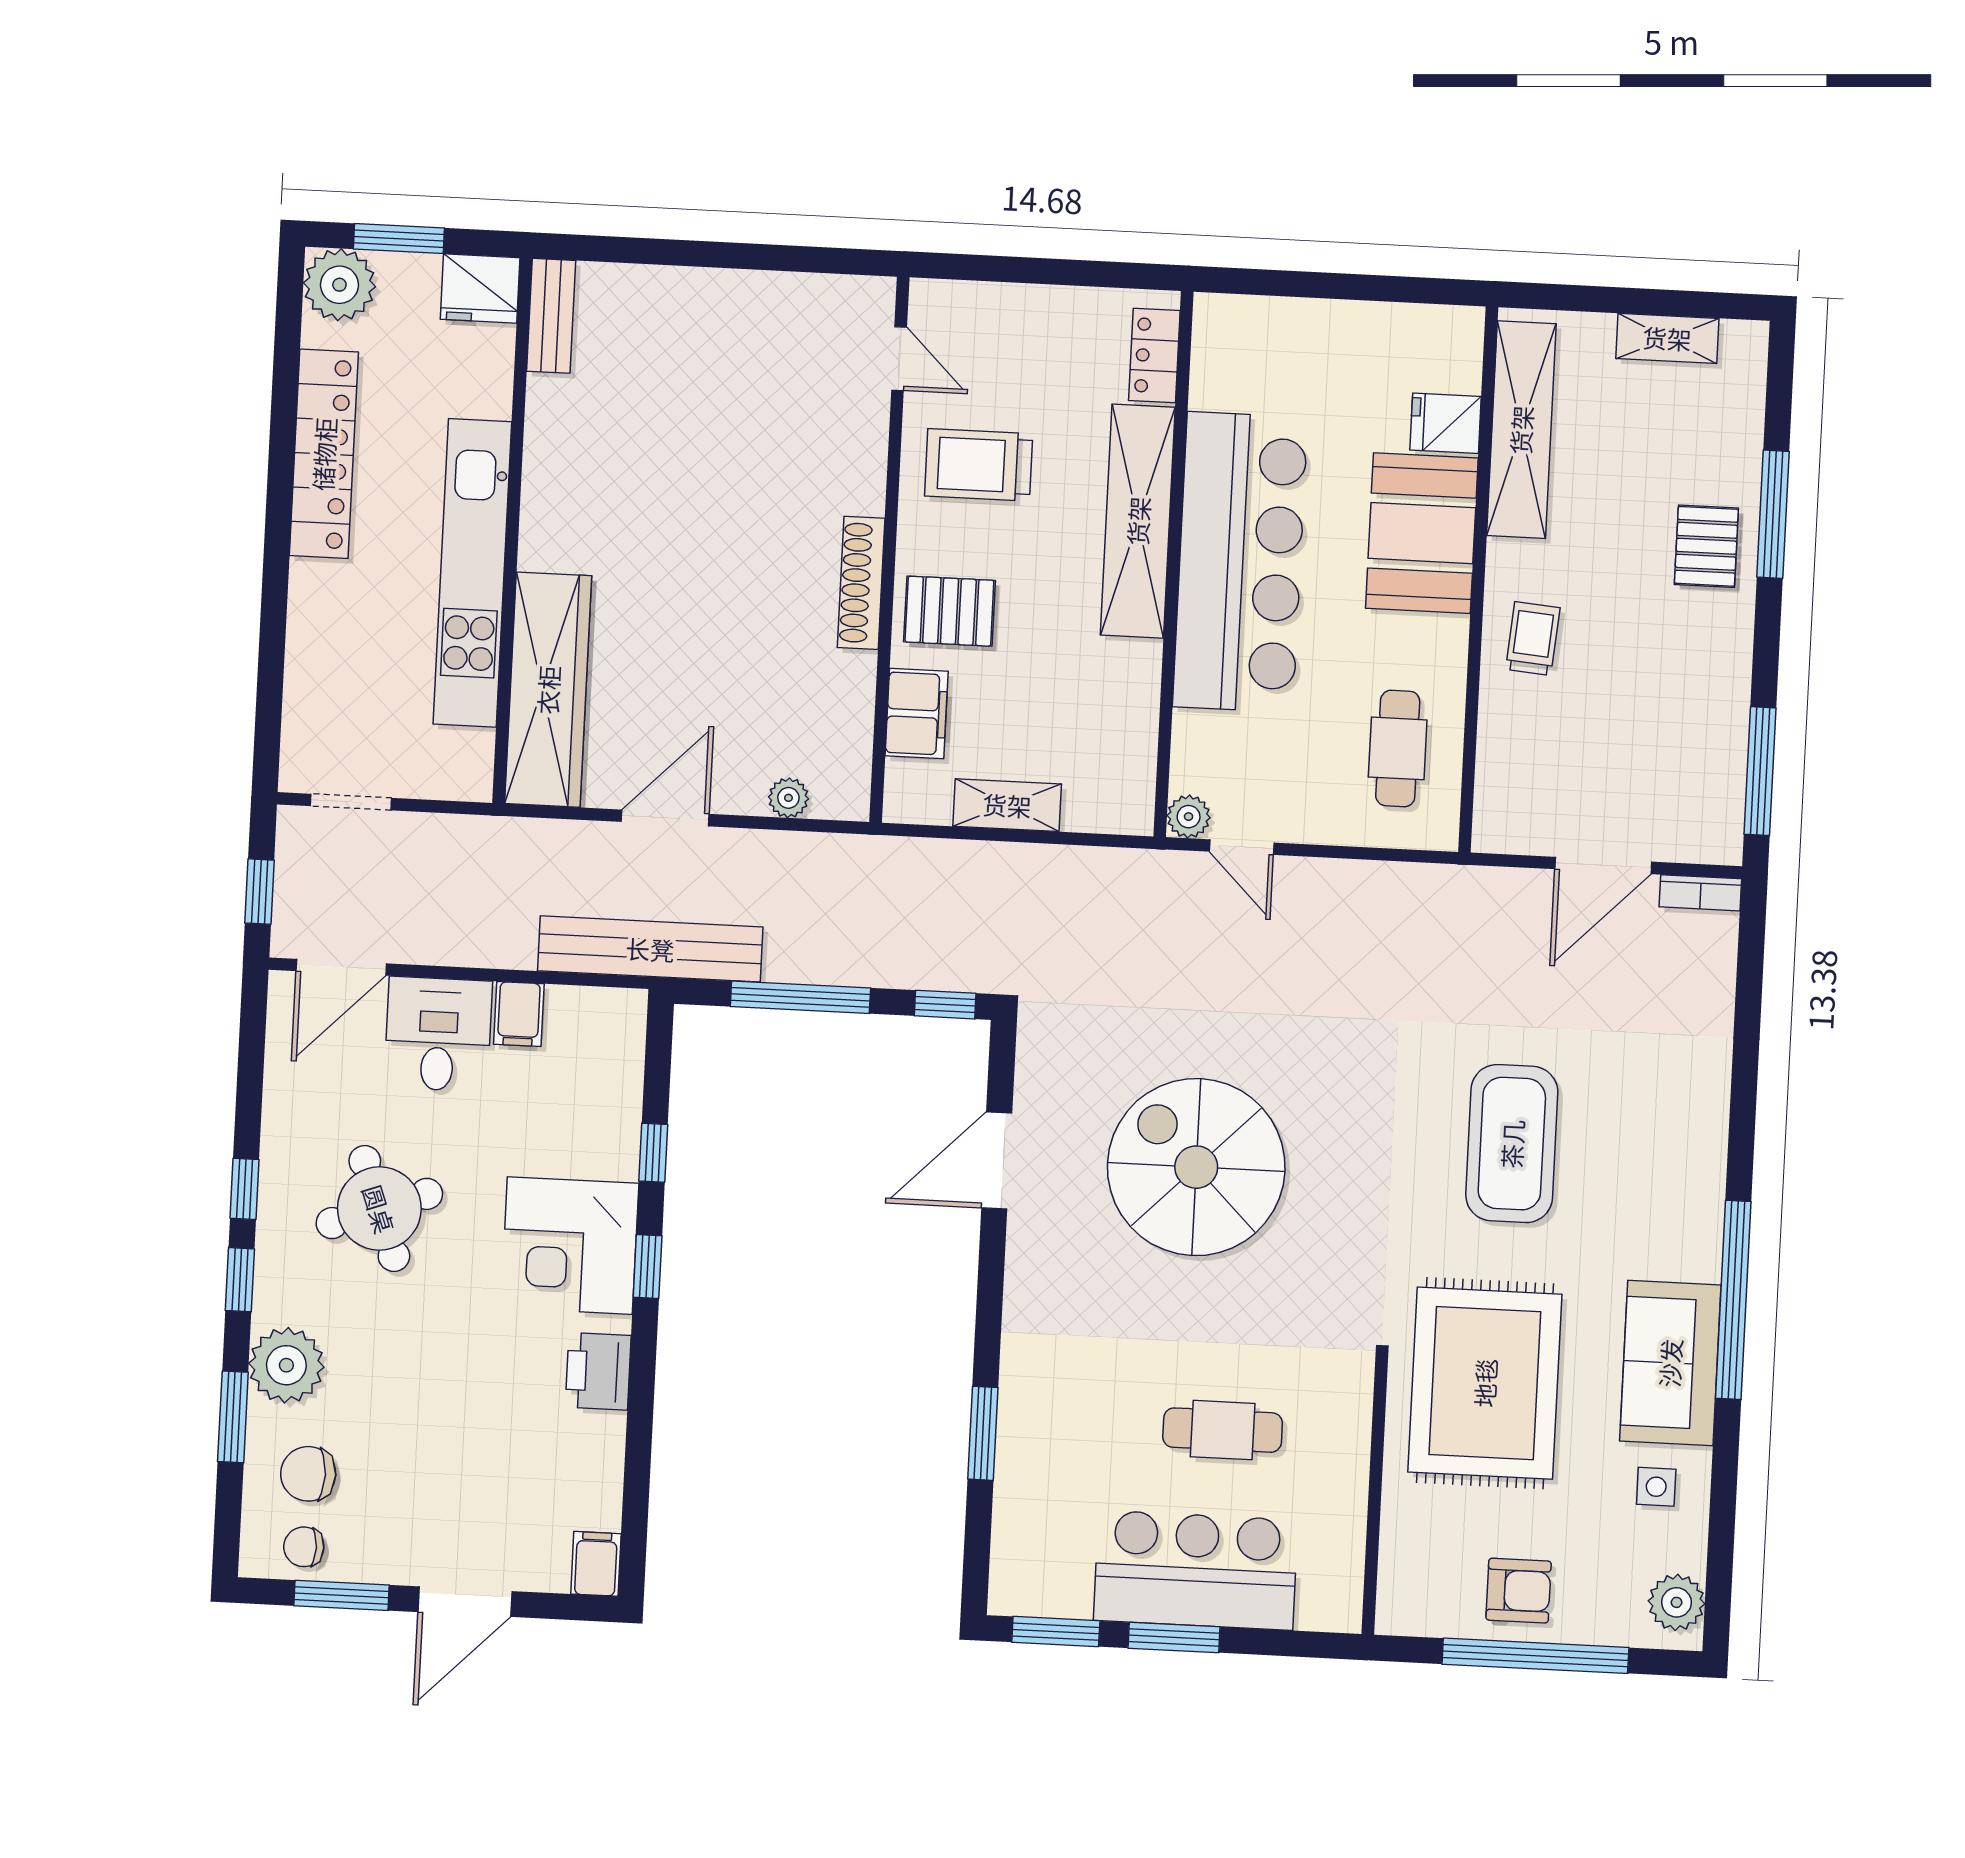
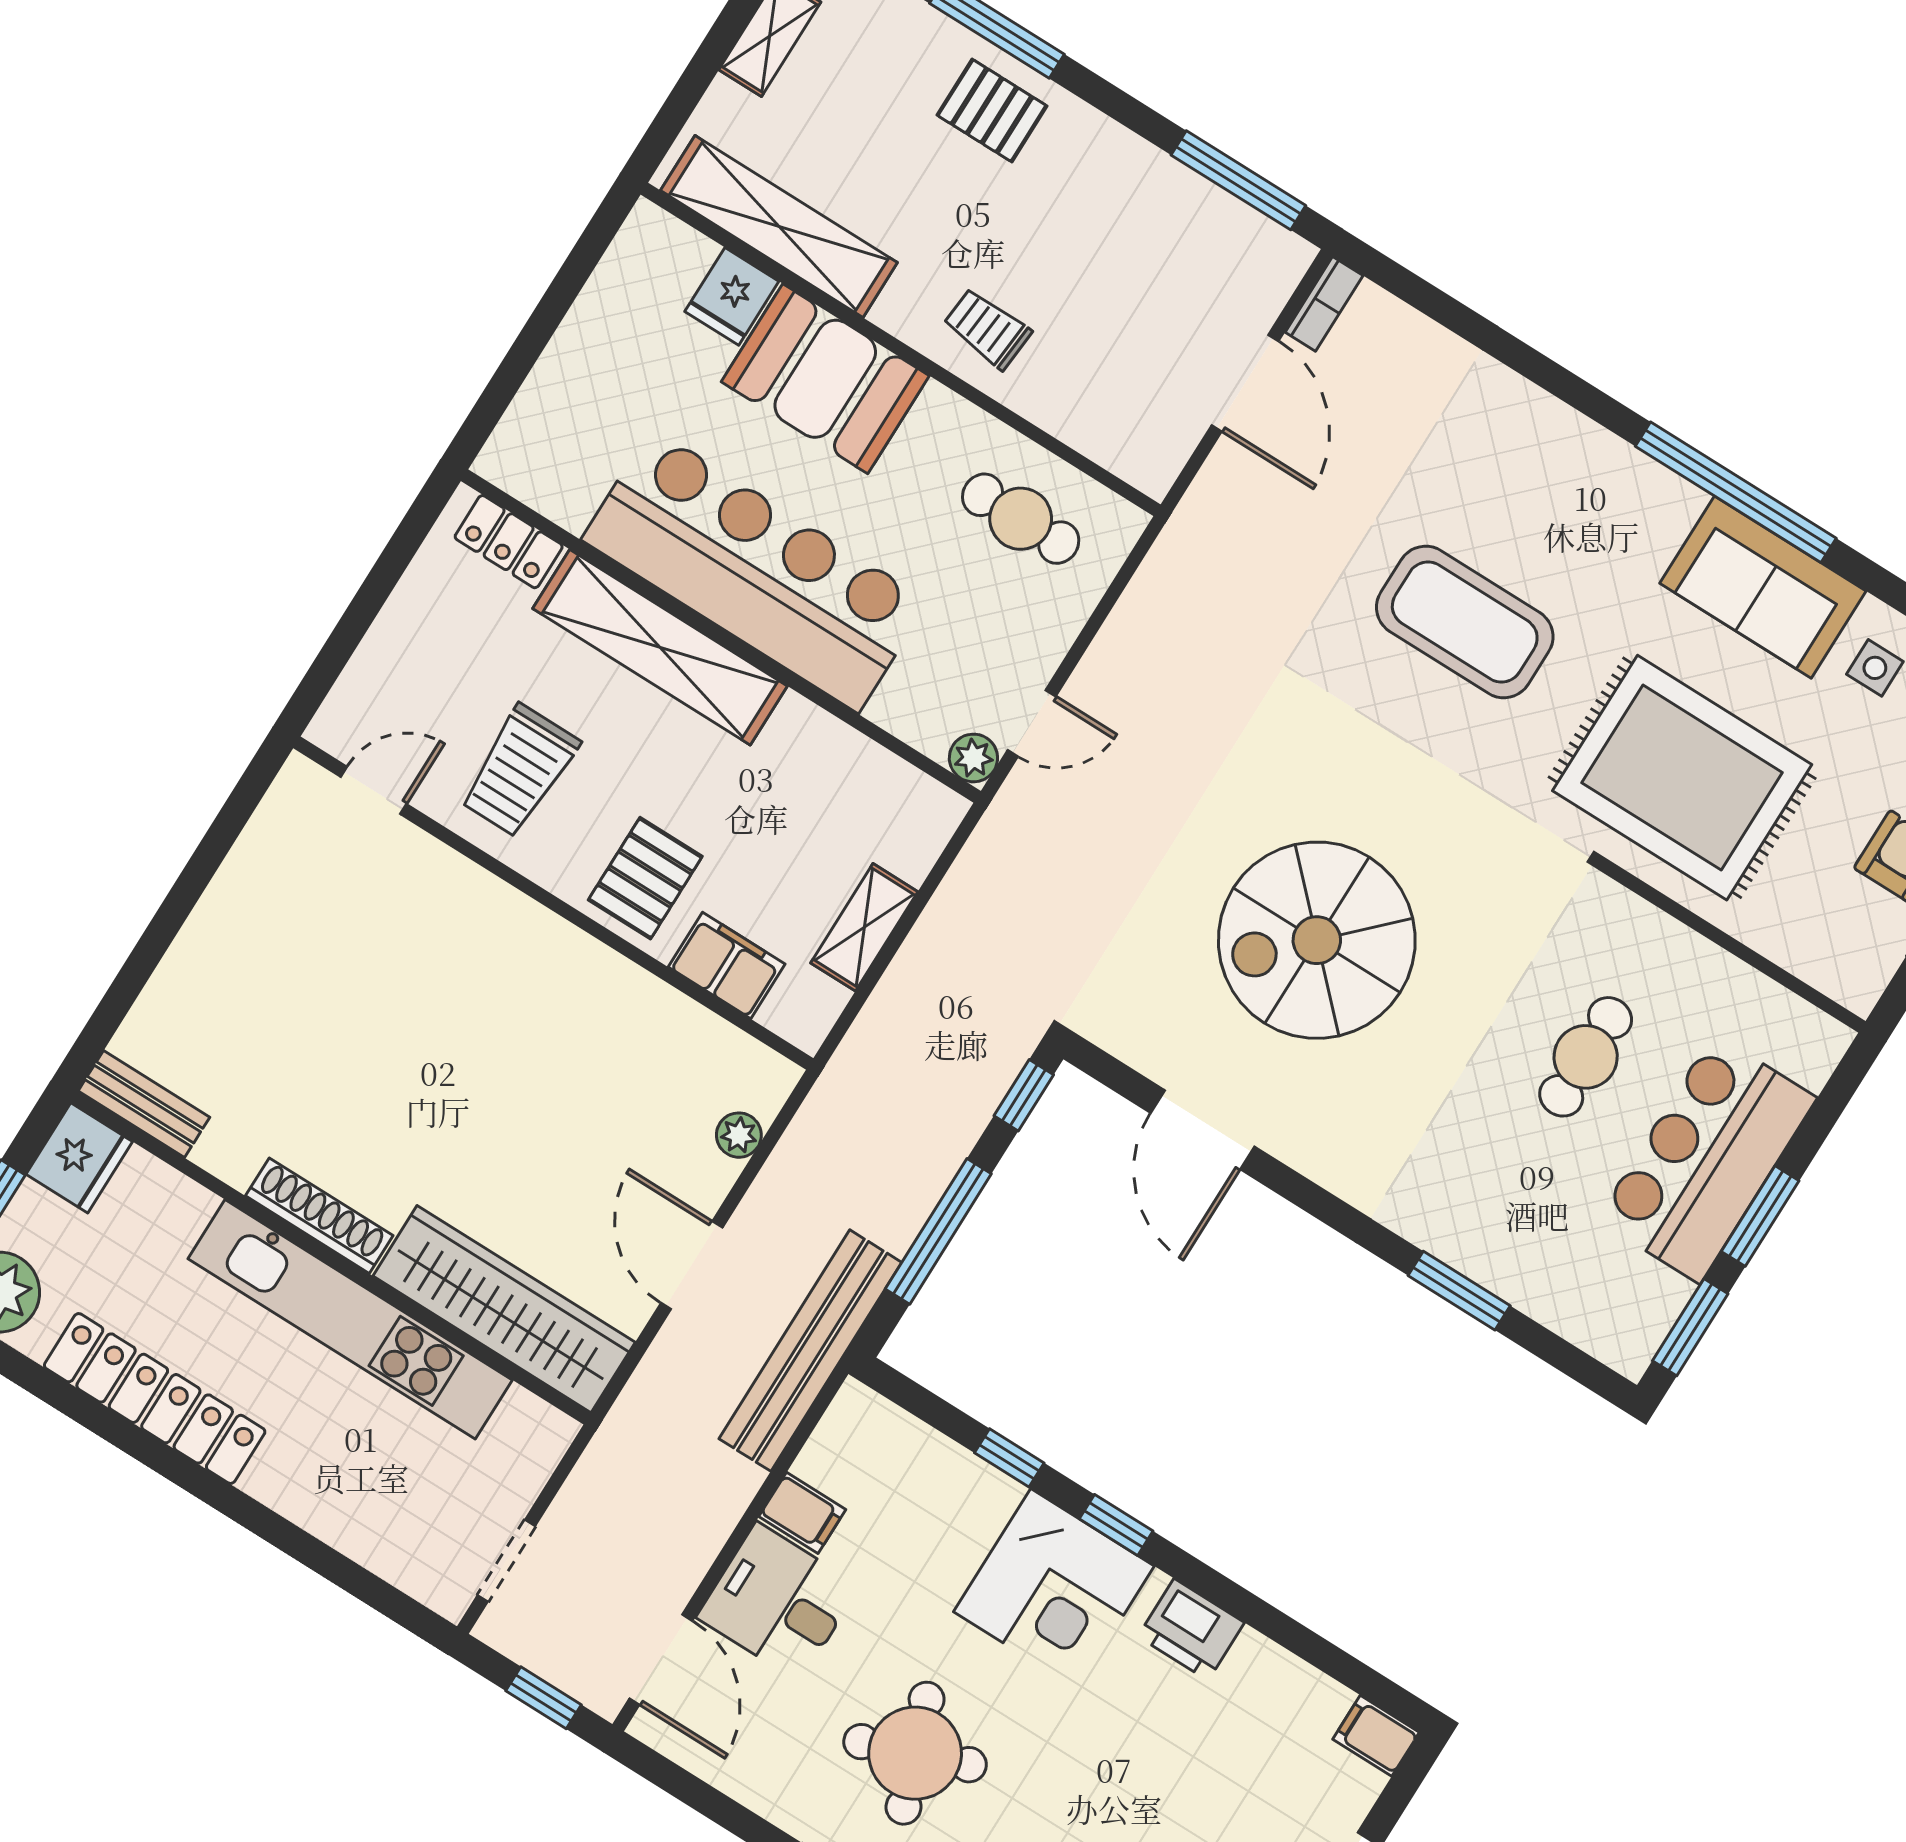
shoe rack: (861, 583) -> (319, 1216), moved, turned 180

